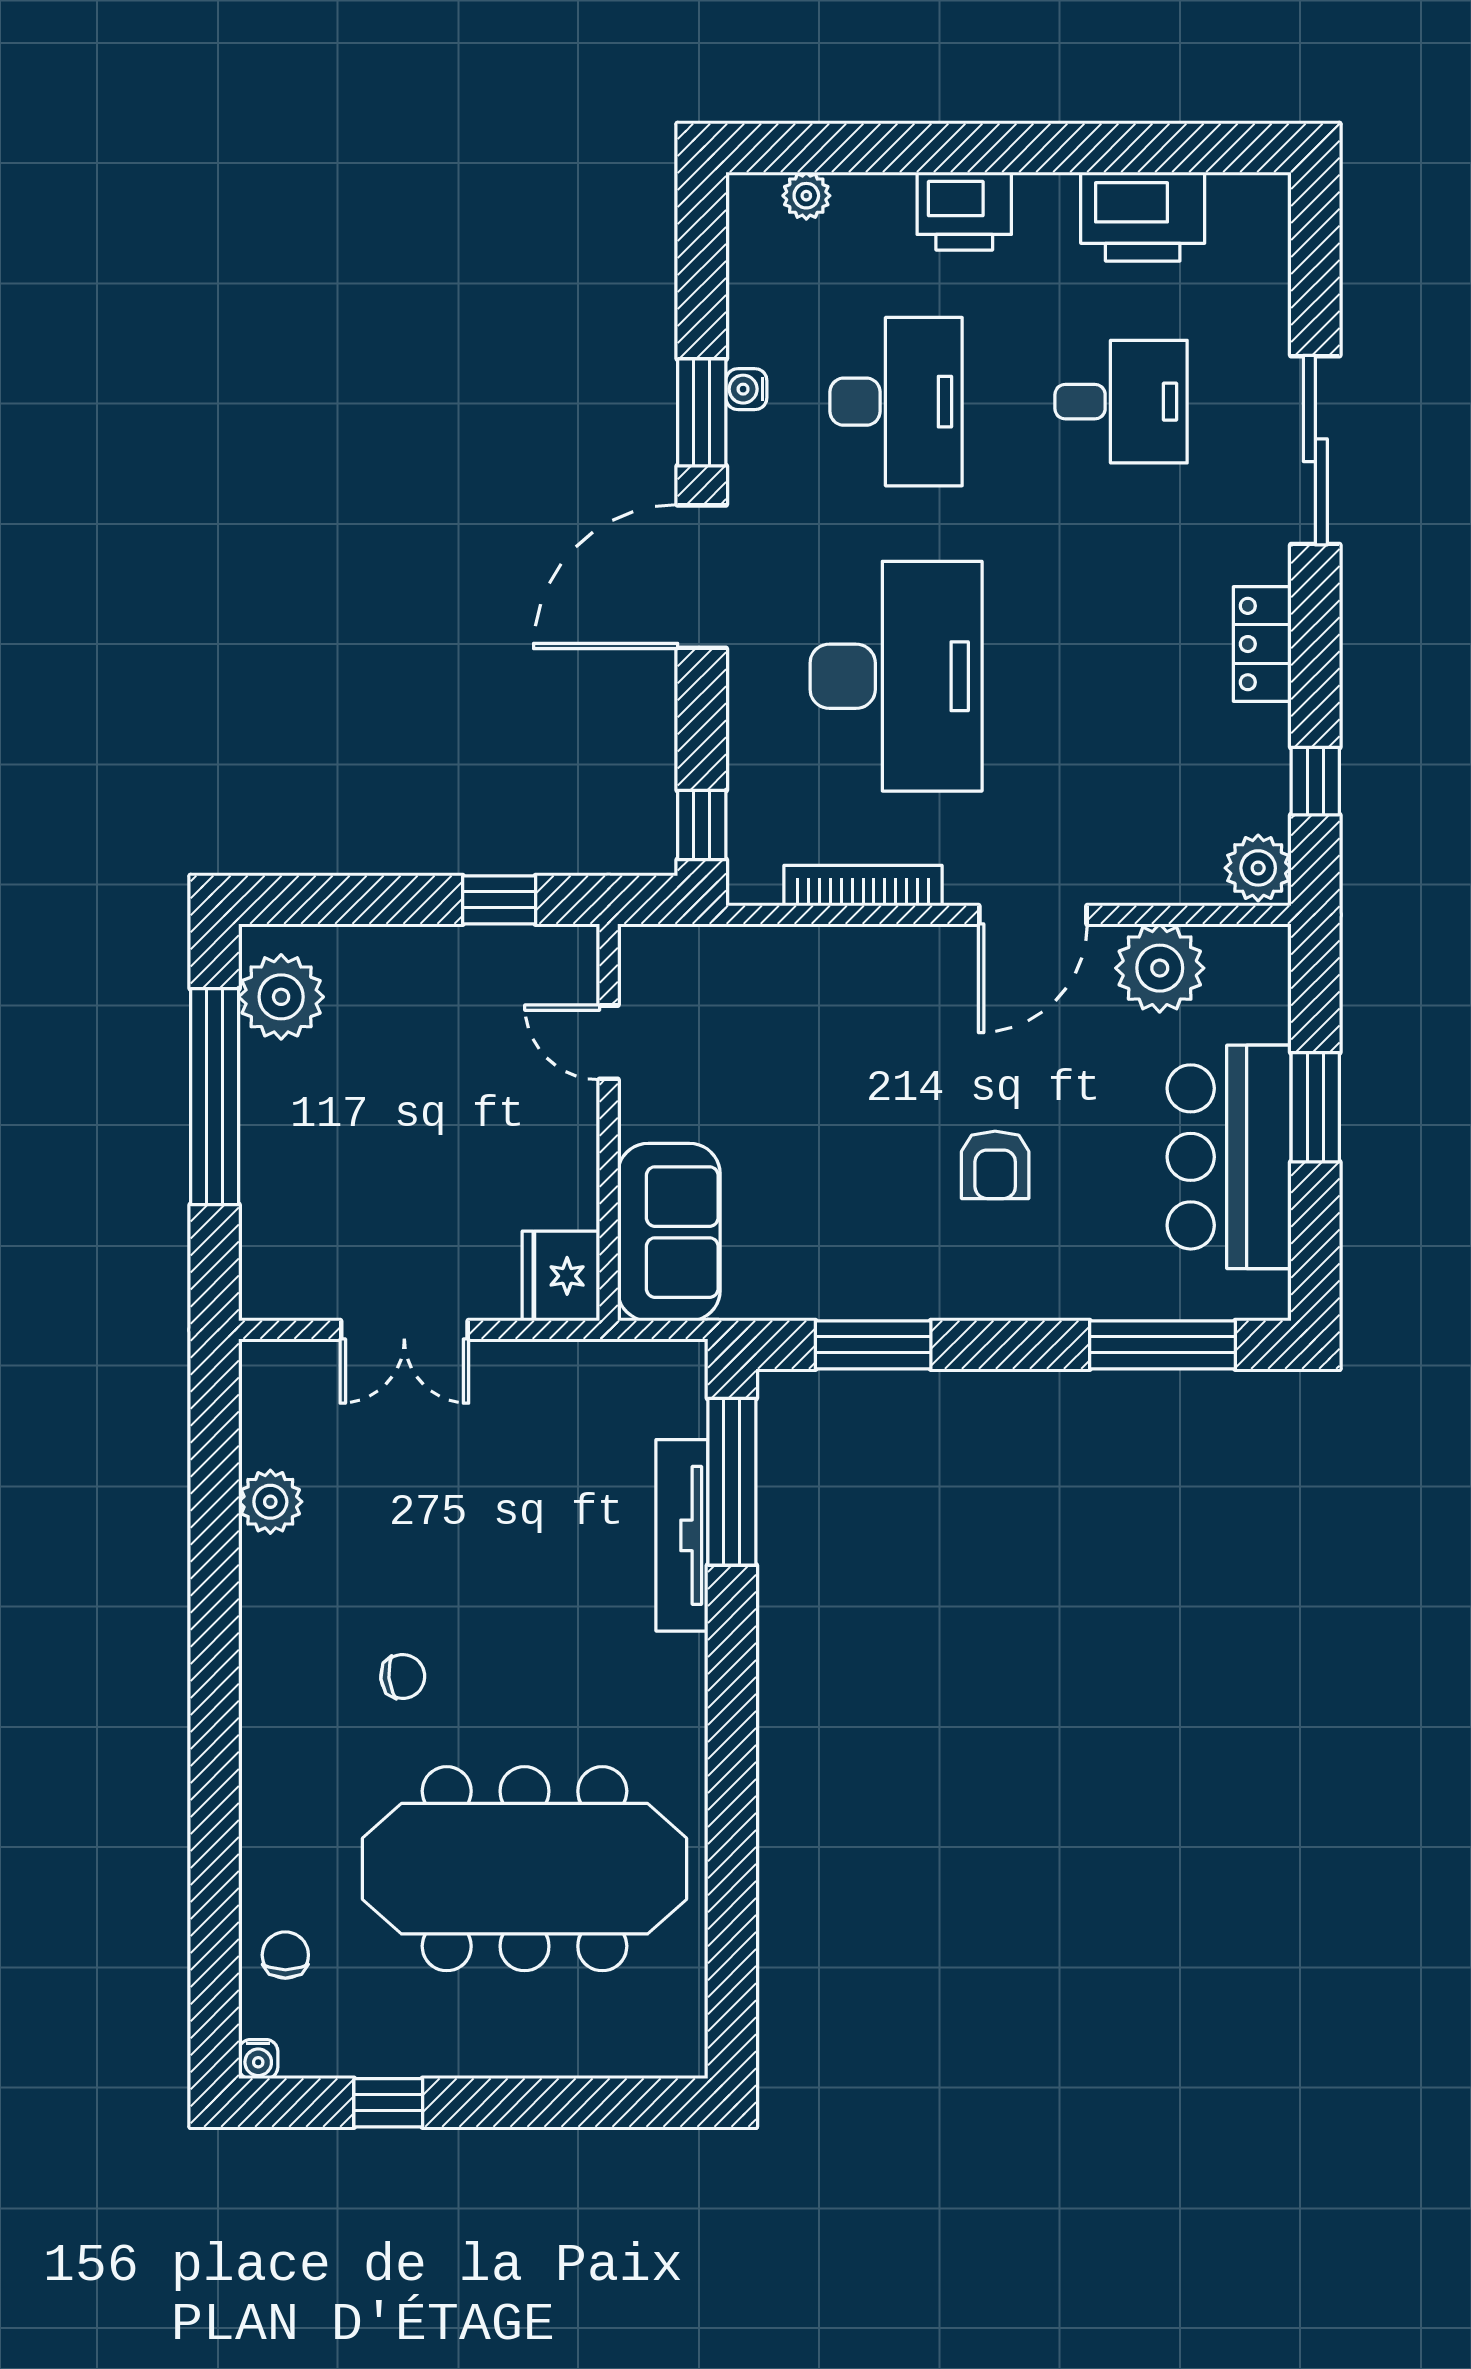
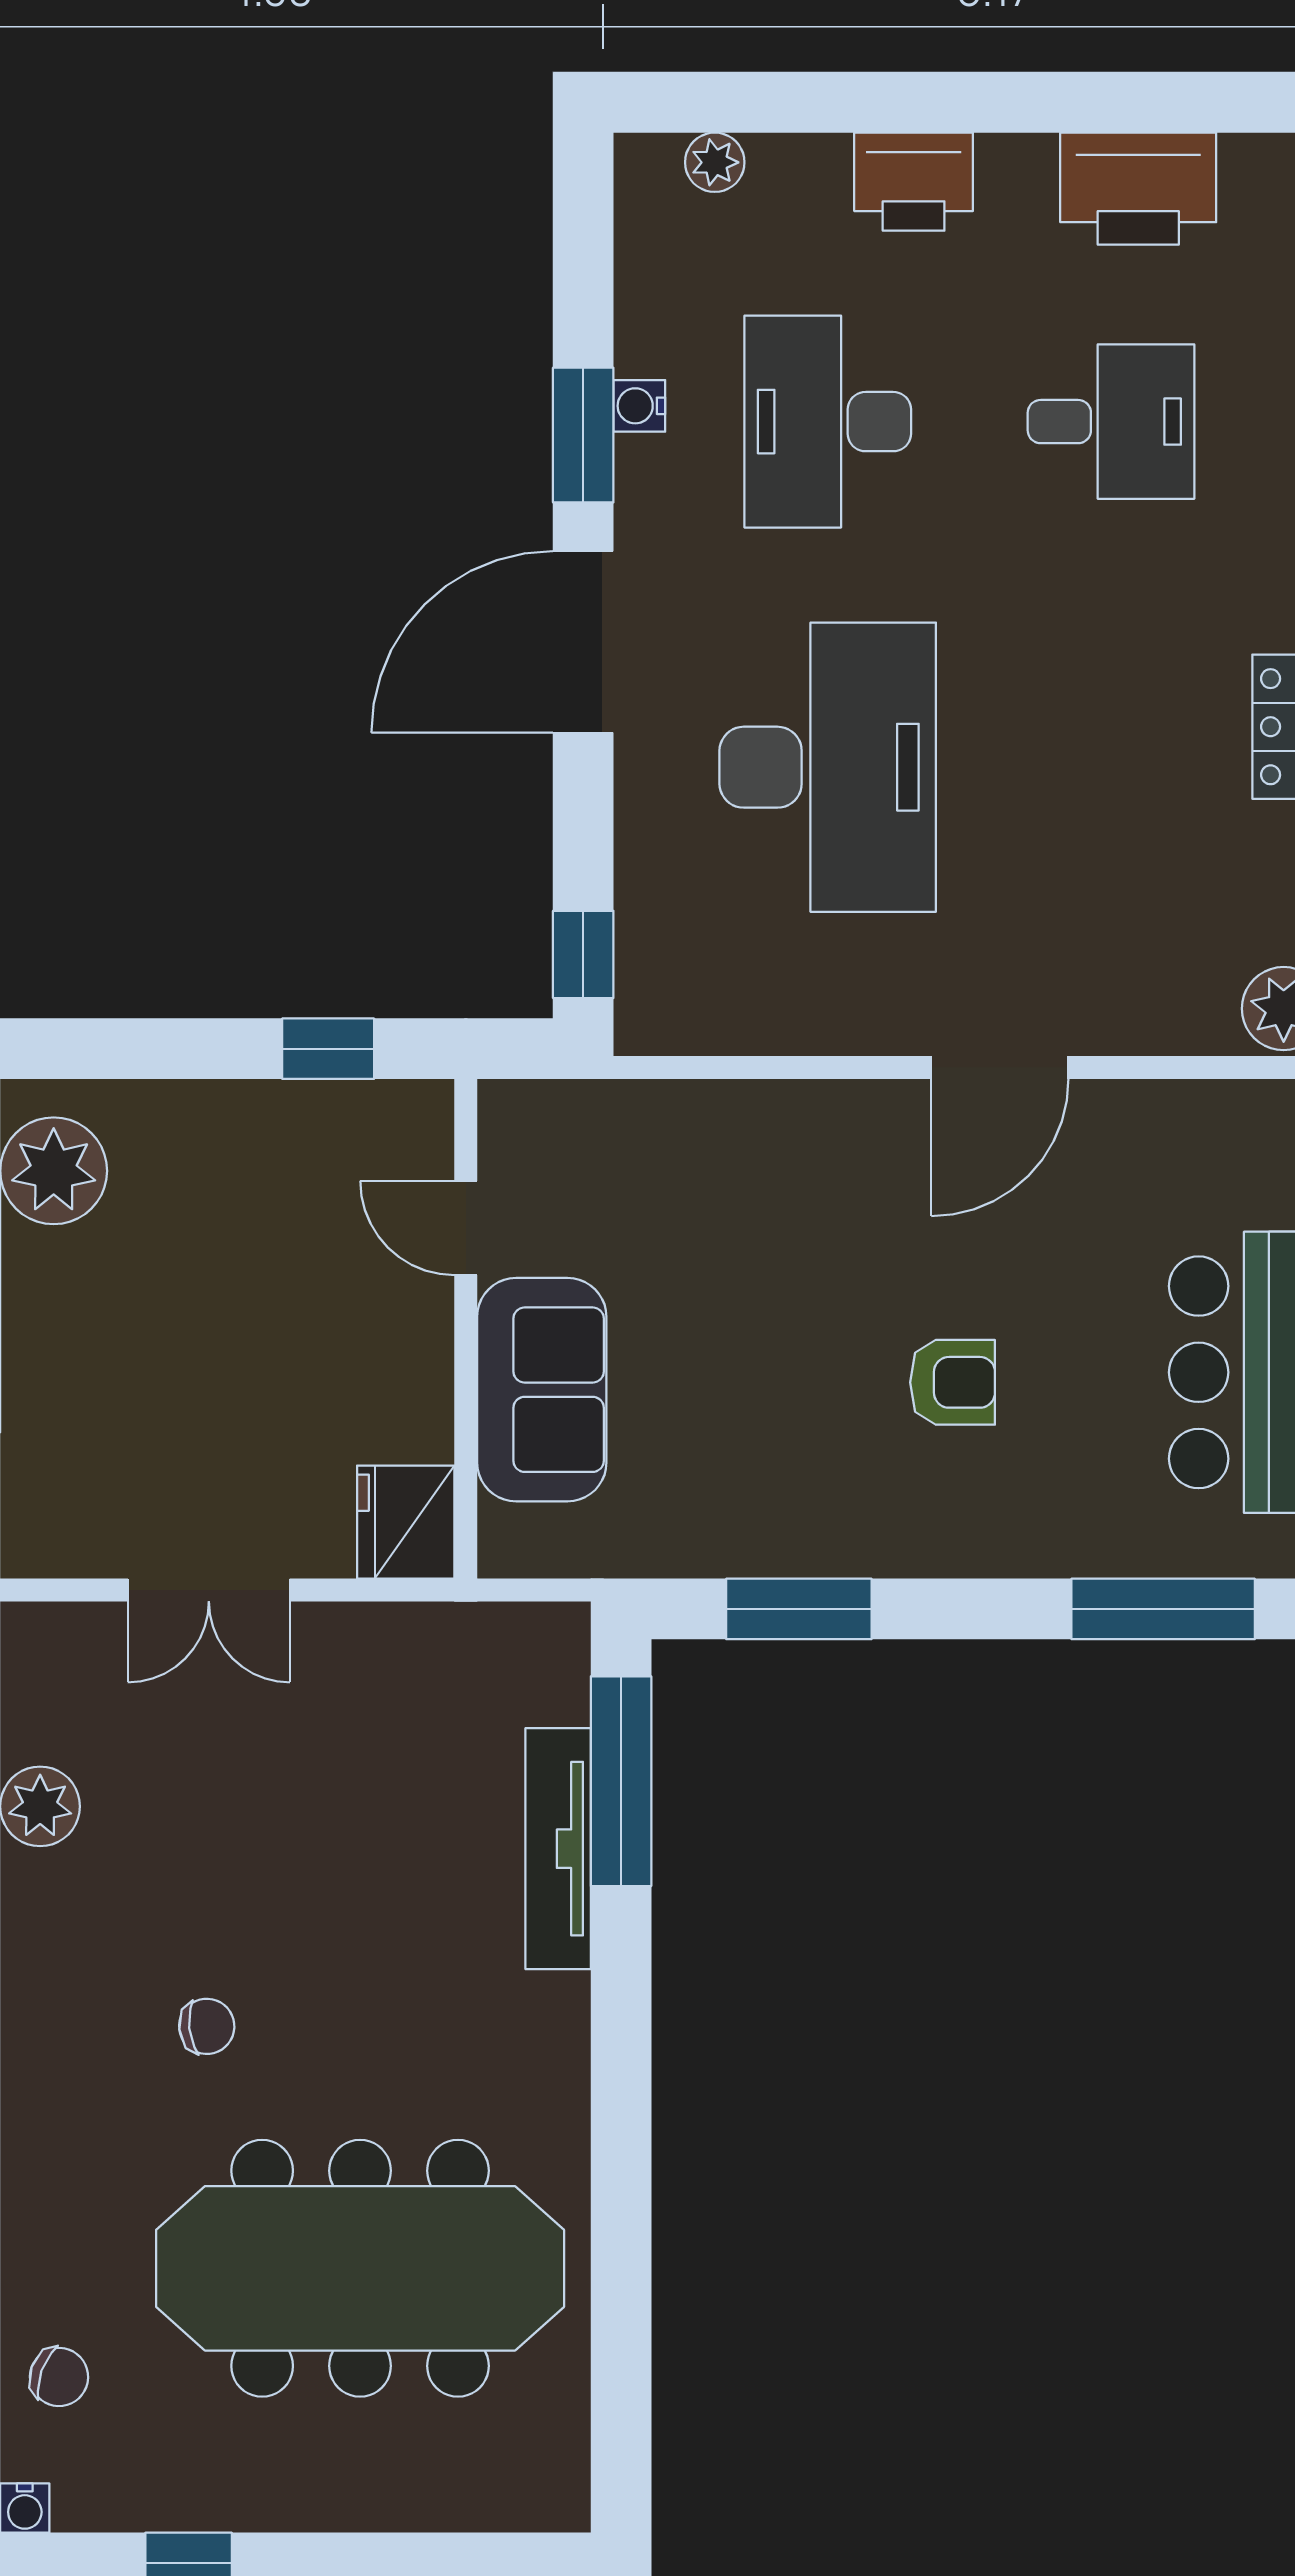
desk: (896, 402) -> (828, 422), turned 180
bookcase: (863, 886) -> (786, 1031), removed
plant: (1160, 968) -> (1160, 1135), removed
armchair: (995, 1165) -> (953, 1382), turned -90
sofa: (669, 1232) -> (542, 1390), moved
chair: (285, 1955) -> (59, 2377), turned 110

